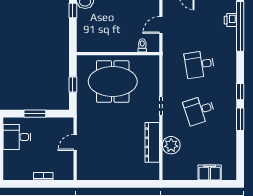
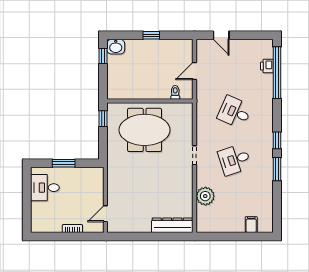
desk: (199, 64) -> (235, 112), turned 33
window: (73, 85) -> (103, 119), moved
door: (75, 142) -> (105, 214), moved
dresser: (152, 142) -> (172, 225), moved, turned 90
filing cabinet: (210, 173) -> (251, 225), width x0.50

